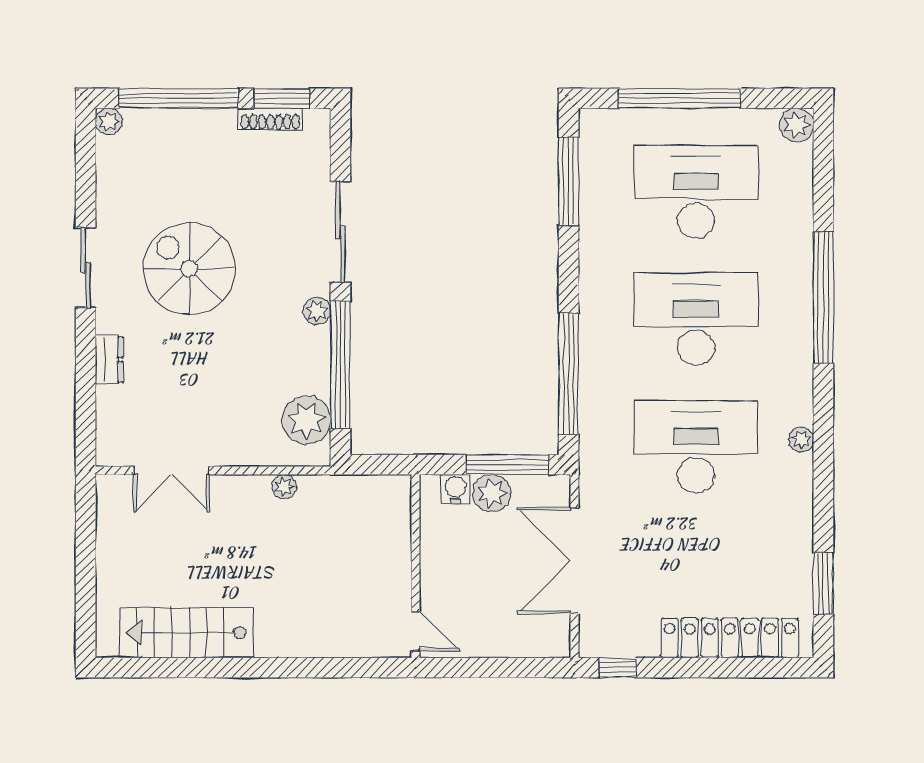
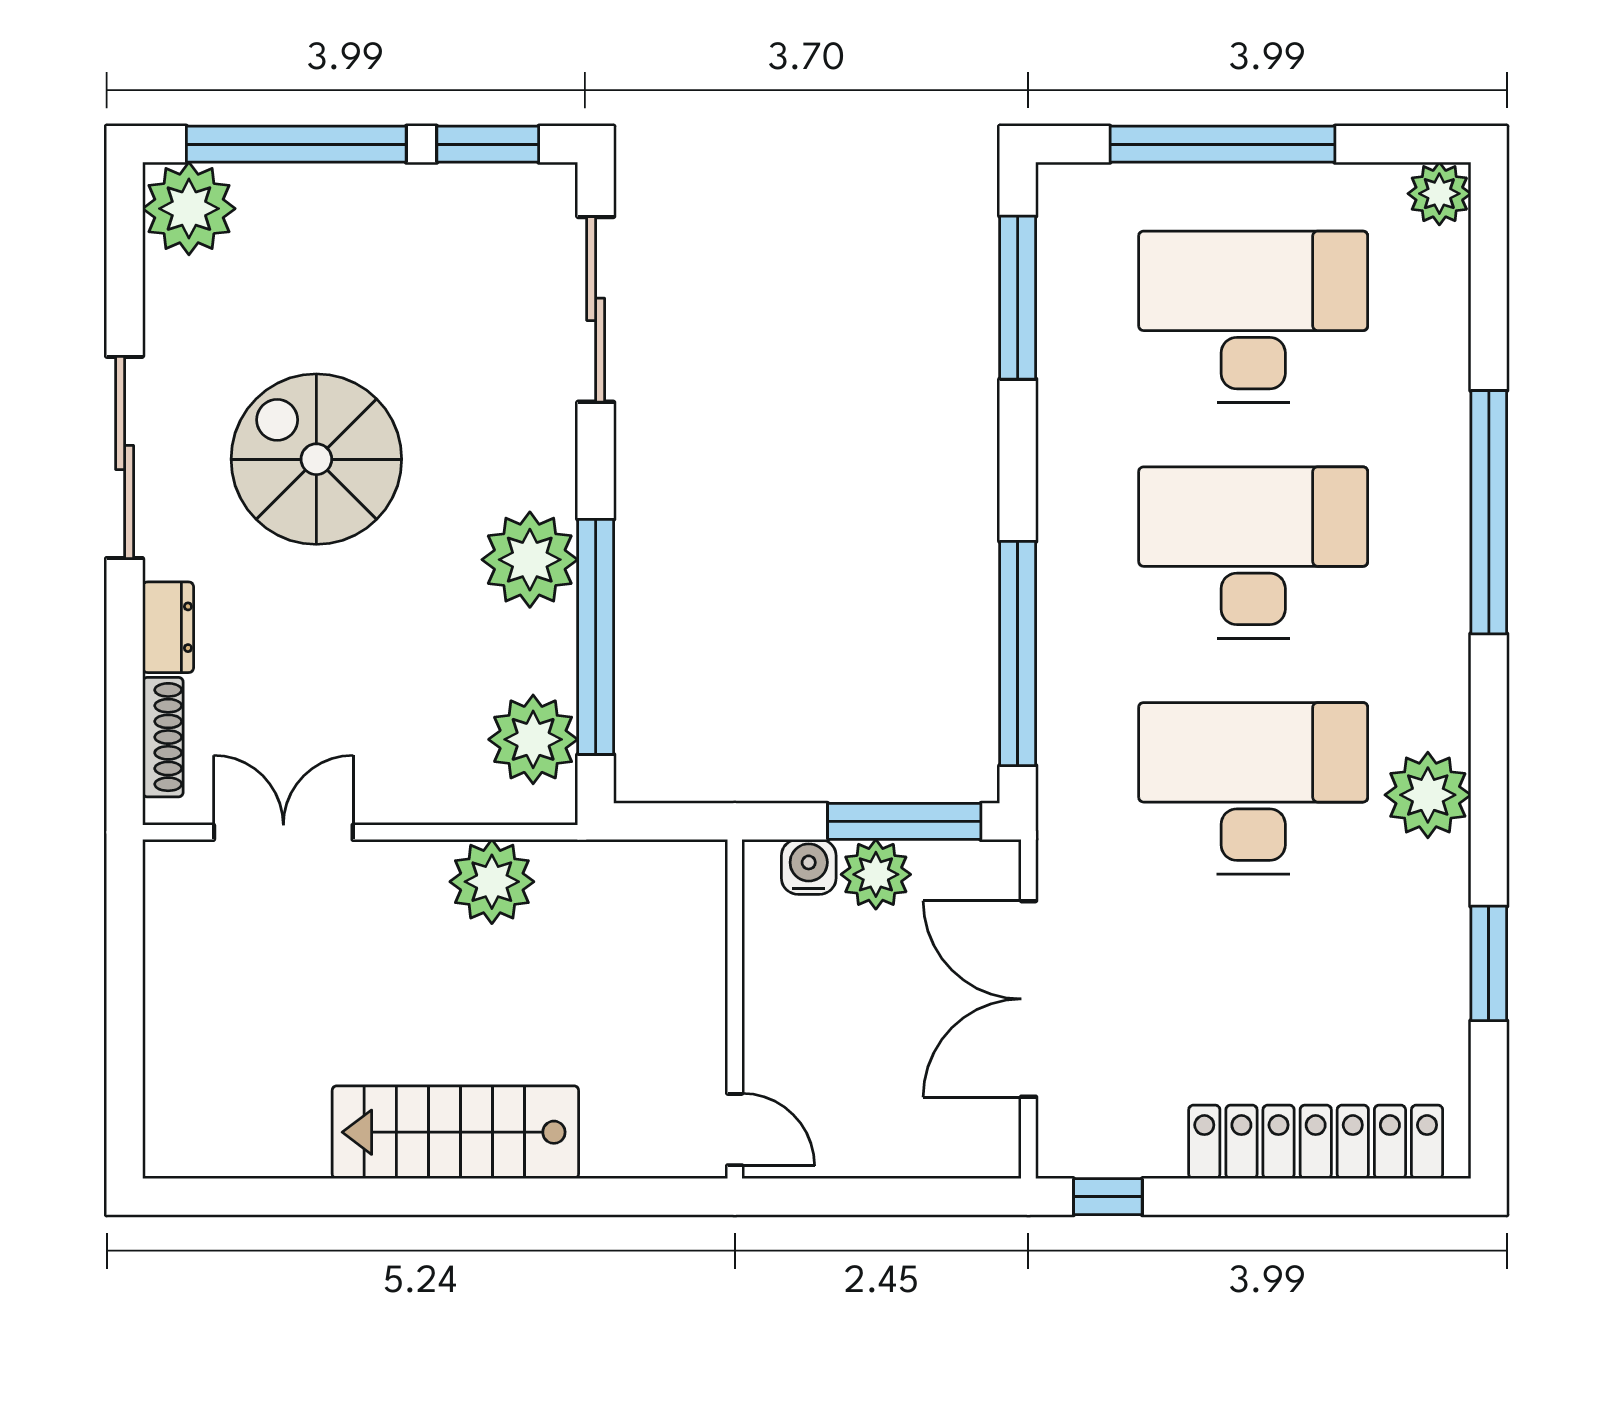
shoe rack: (270, 119) -> (163, 737), moved, turned -90
plant: (109, 121) -> (189, 209), width x1.87, depth x1.87
sliding door: (340, 232) -> (596, 309), moved
sliding door: (86, 268) -> (125, 457), width x1.37
plant: (317, 311) -> (530, 560), width x1.87, depth x1.87
plant: (801, 439) -> (1428, 795), width x1.87, depth x1.87
double door: (171, 470) -> (283, 832), swing flipped
plant: (284, 487) -> (492, 882), width x1.87, depth x1.87
window: (823, 583) -> (1489, 963), moved
stairs: (187, 633) -> (455, 1132), moved

